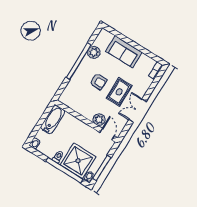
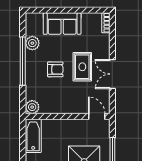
plant: (99, 120) -> (32, 107), moved

